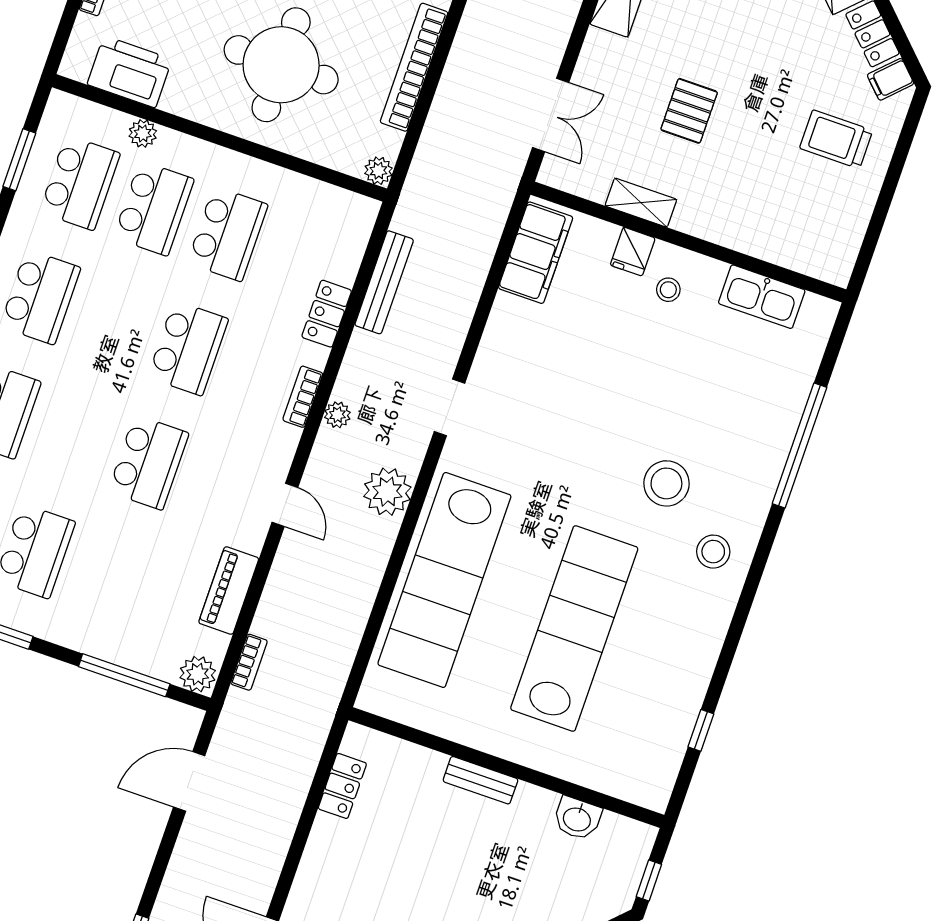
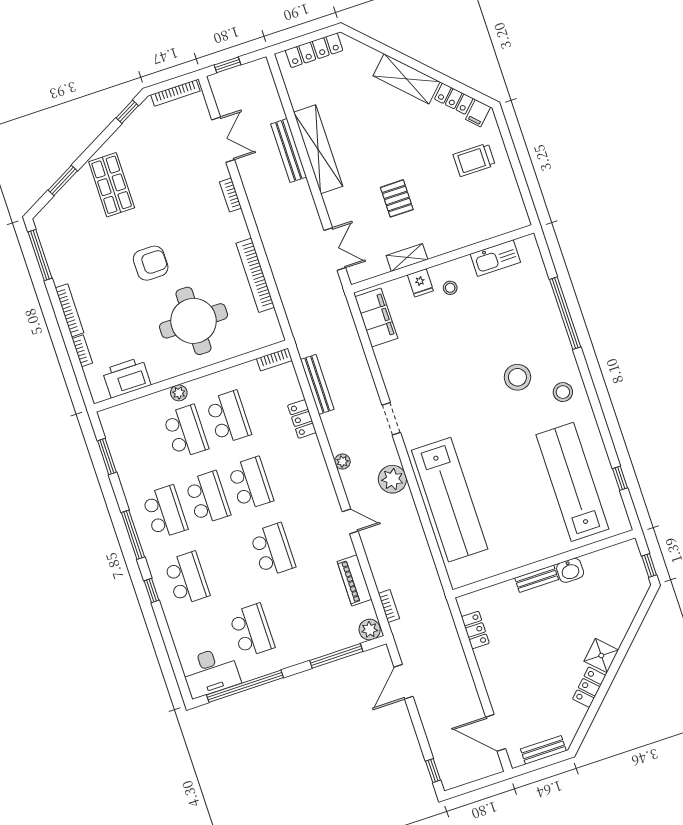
plant: (143, 133) -> (179, 393), moved
plant: (378, 171) -> (275, 335), removed
school desk: (80, 183) -> (208, 498), moved
bookcase: (303, 397) -> (274, 360), moved, turned -90
lab bench: (574, 628) -> (572, 482), moved
washbasin: (577, 818) -> (570, 570), moved

